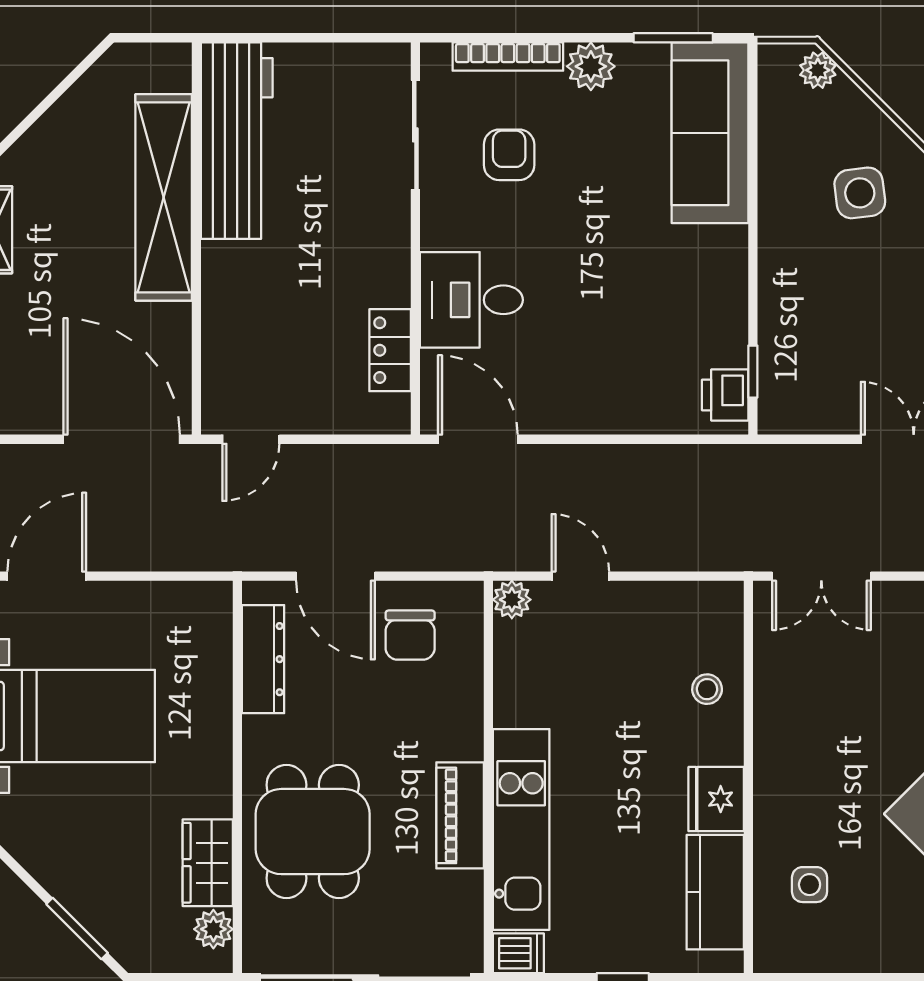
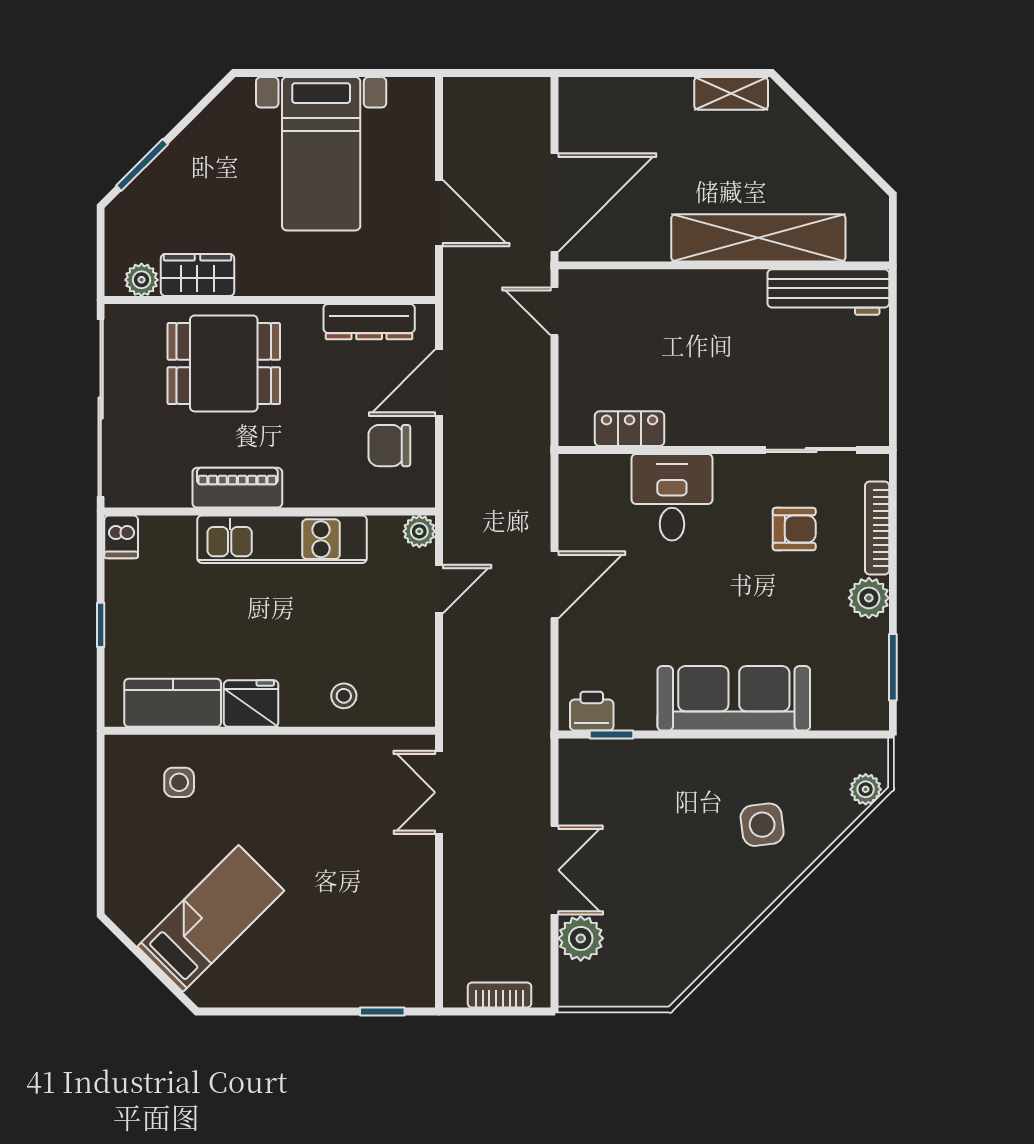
sofa: (710, 133) -> (734, 698), moved
workbench: (237, 141) -> (828, 292), width x0.73, depth x0.76
door: (478, 439) -> (554, 585), moved
door: (47, 576) -> (439, 213), moved
kitchen unit: (521, 829) -> (282, 539), moved

